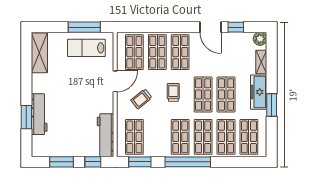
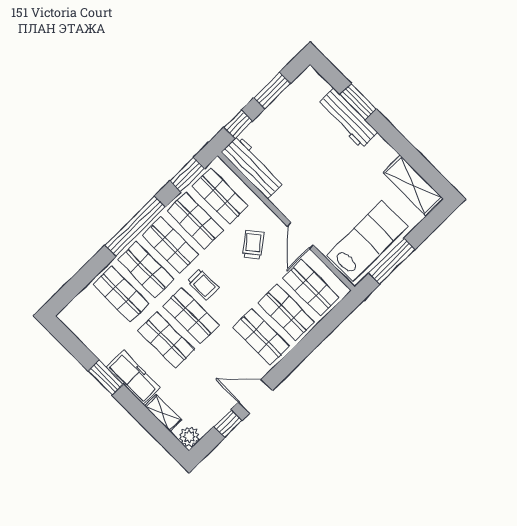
lab bench: (86, 48) -> (367, 241), width x1.36, depth x1.39
trolley: (173, 92) -> (203, 284), moved
shop shelf: (249, 137) -> (195, 220), moved

